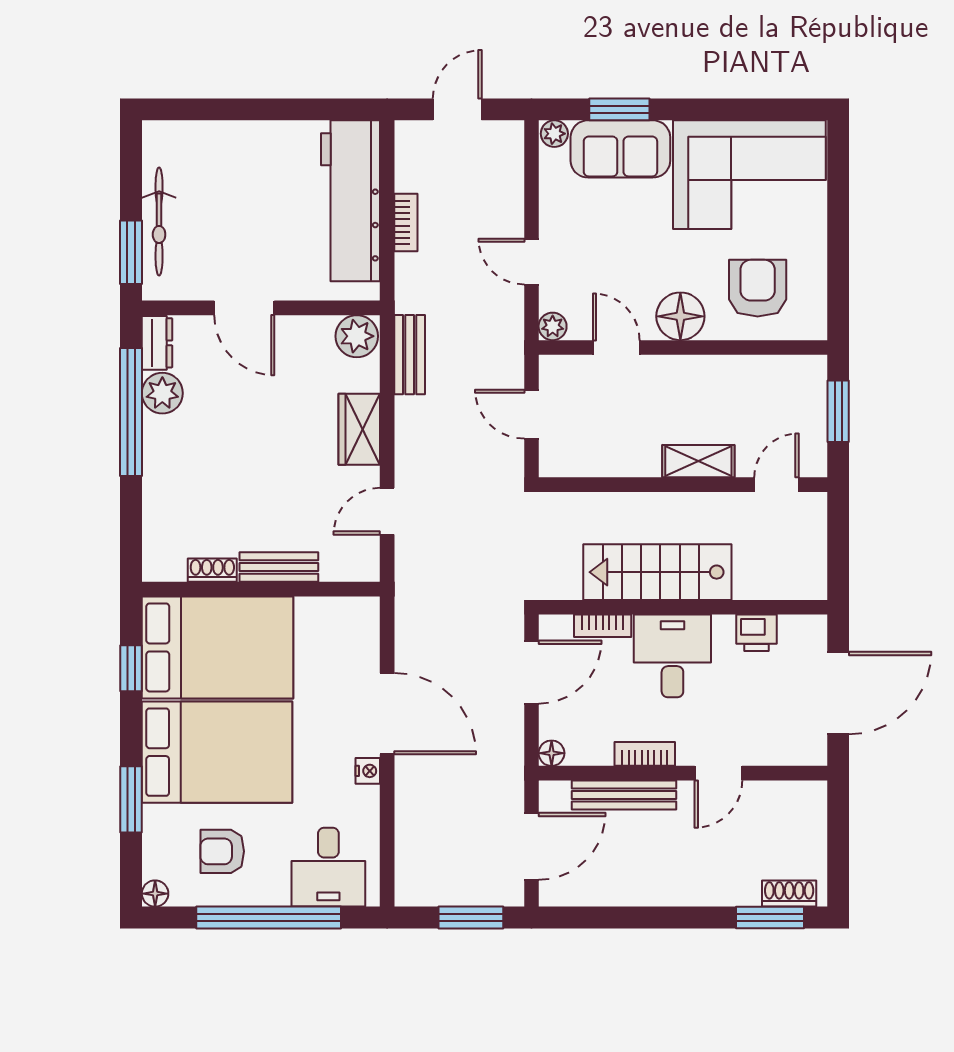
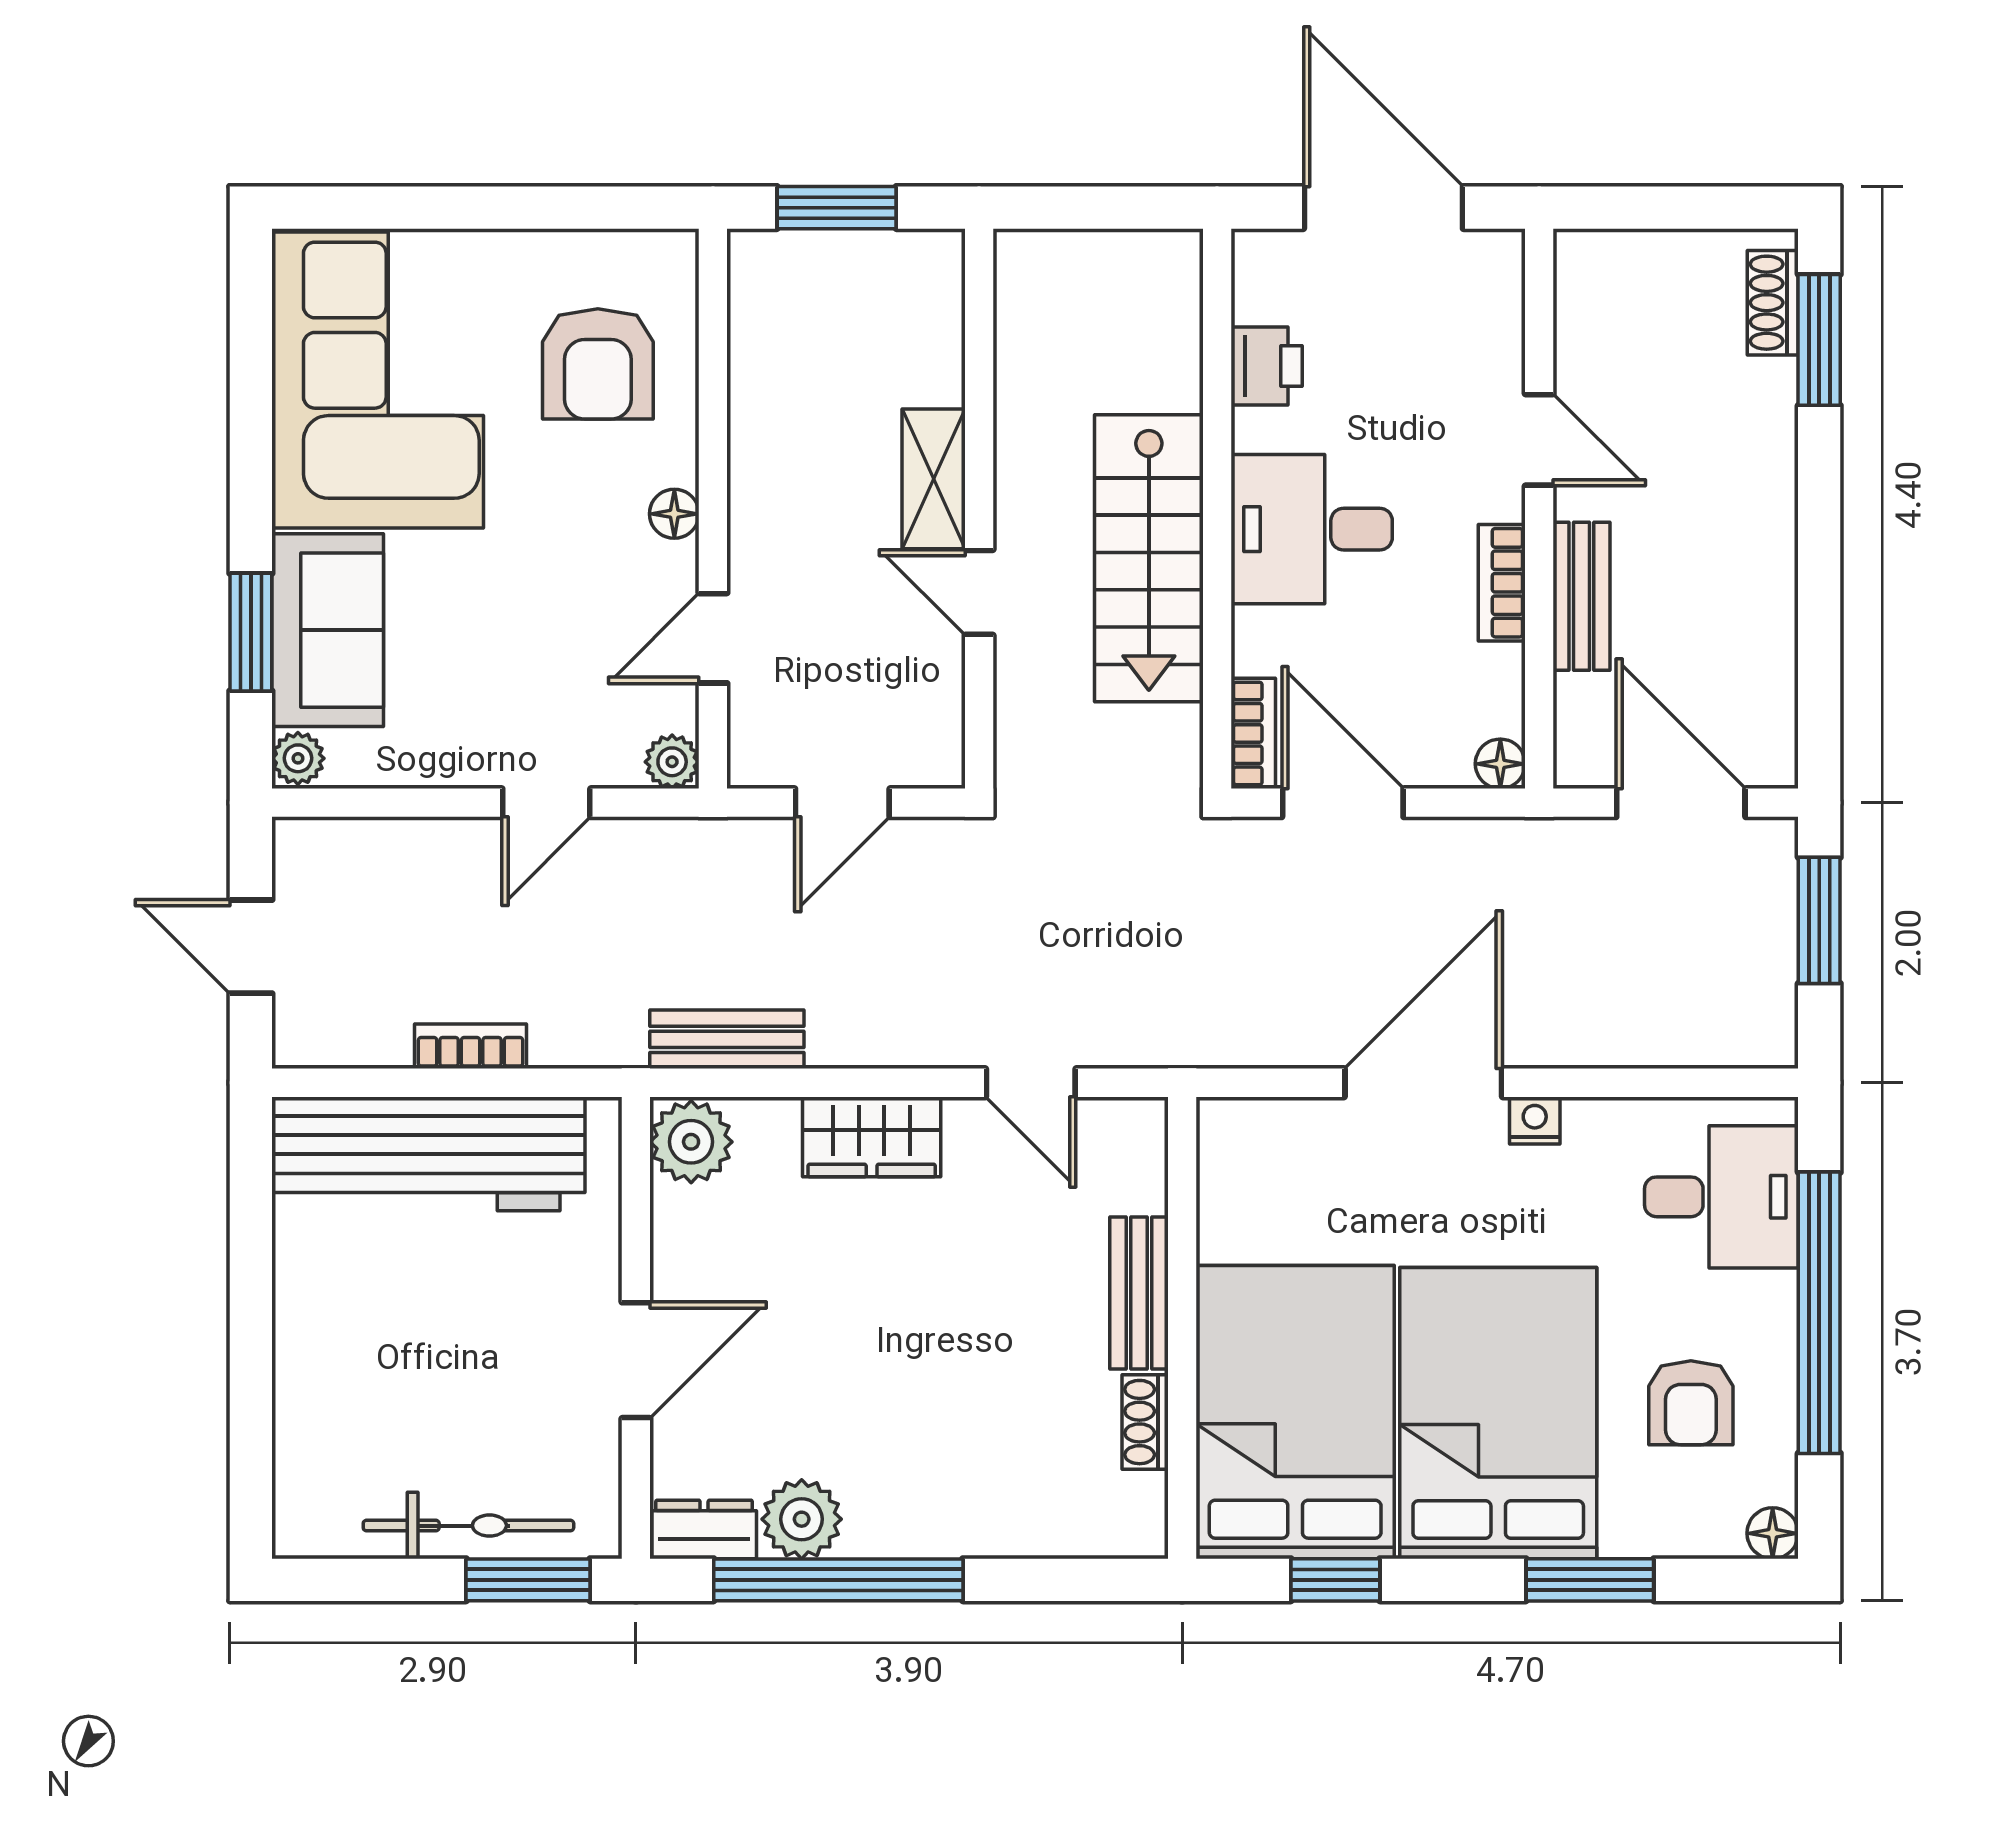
armchair: (758, 288) -> (598, 364), turned -90
floor lamp: (680, 316) -> (674, 514), width x0.53, depth x0.53
door: (777, 485) -> (979, 592), moved
bookcase: (603, 626) -> (1253, 733), moved
bench: (624, 795) -> (1581, 596), width x0.73

